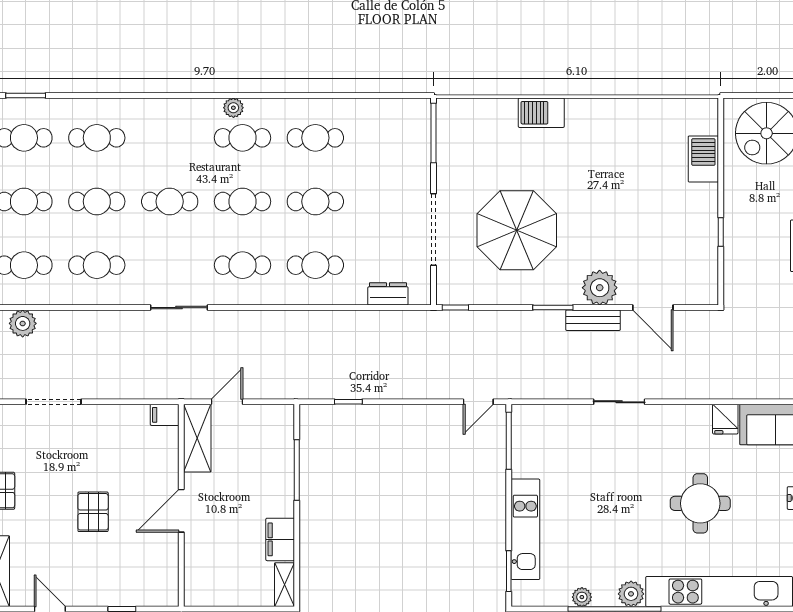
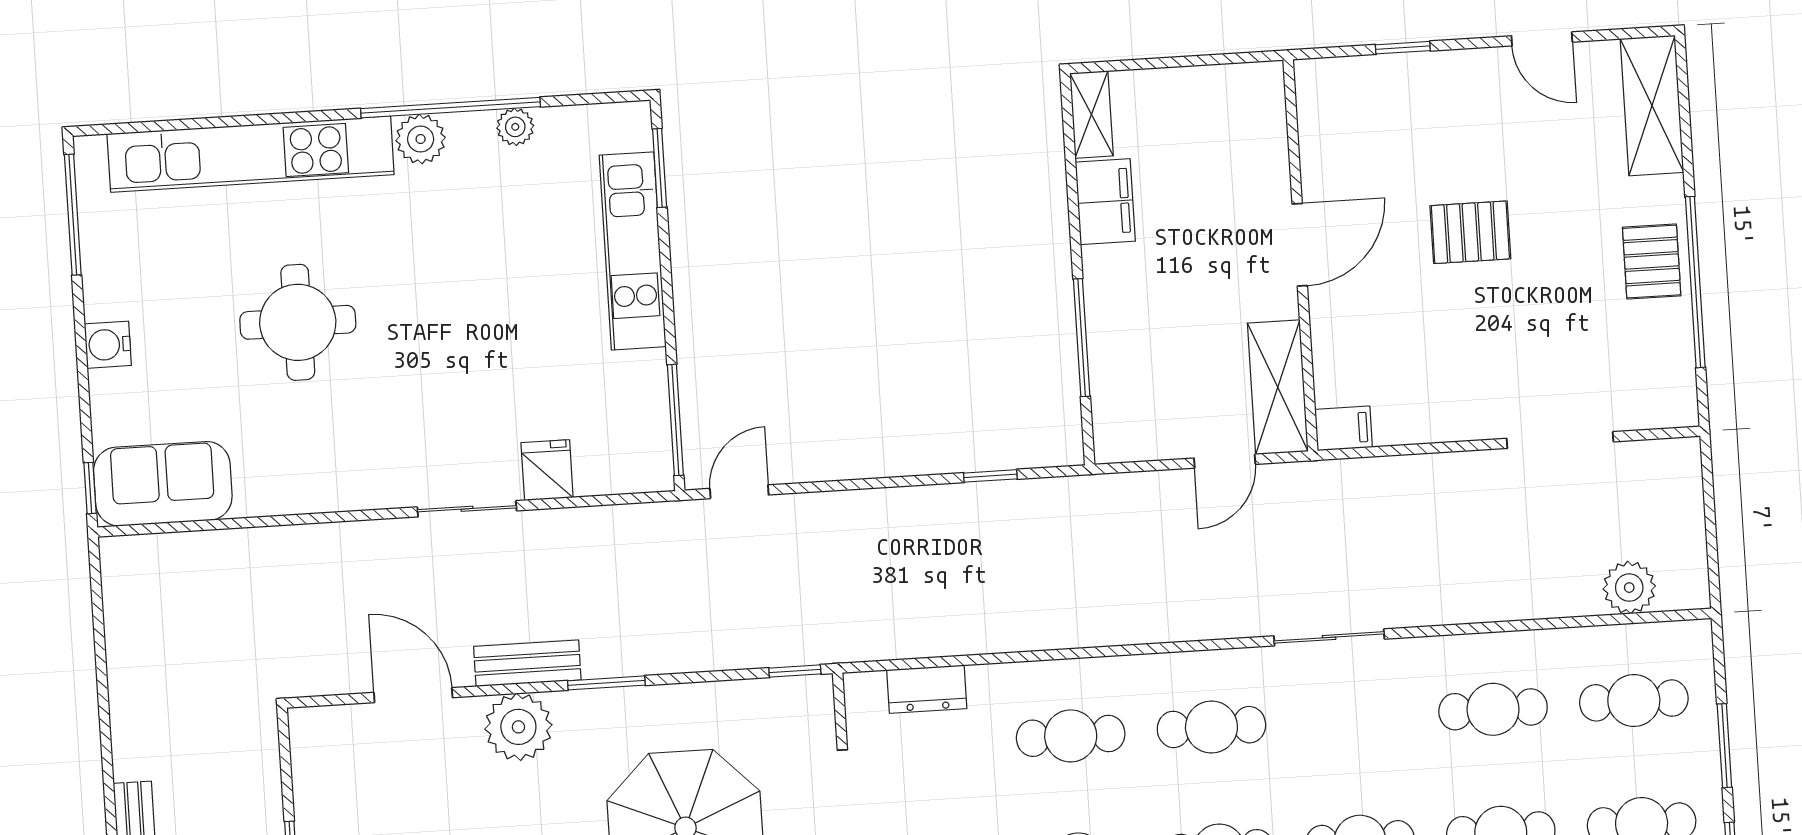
fridge: (725, 419) -> (547, 470), moved
pallet: (93, 512) -> (1470, 232), turned 90

